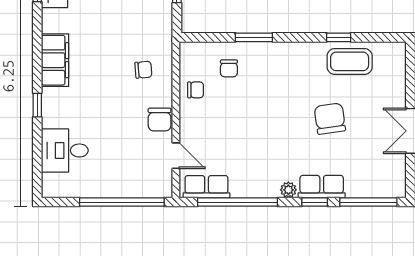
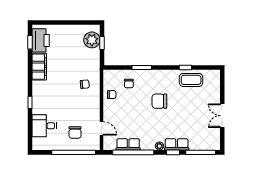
filing cabinet: (55, 60) -> (39, 67), moved
chair: (330, 119) -> (159, 101), moved, turned -82
chair: (160, 120) -> (75, 133), moved
row of seats: (207, 187) -> (128, 144), moved

